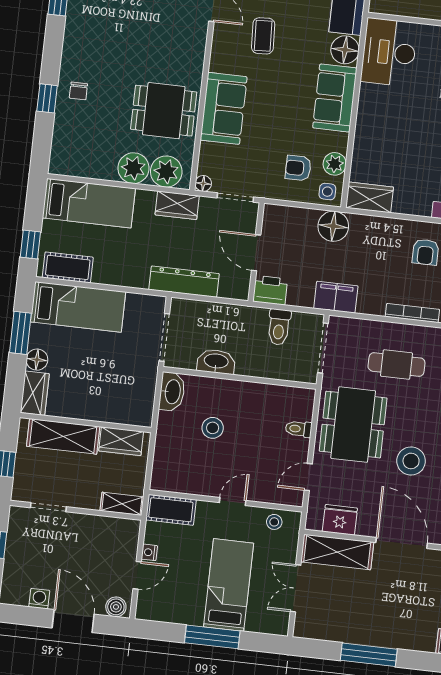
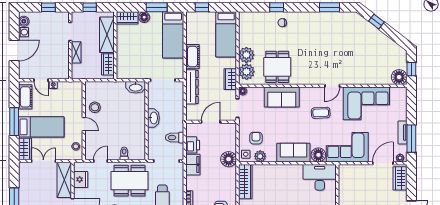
wardrobe: (370, 197) -> (245, 182), width x1.50
cot: (68, 267) -> (192, 57), moved
printer: (270, 290) -> (193, 145), moved
washbasin: (216, 362) -> (153, 118), moved
stool: (213, 428) -> (95, 107), moved
door: (308, 477) -> (100, 161), hinge flipped
shelving: (122, 504) -> (76, 52), moved
cot: (171, 510) -> (25, 97), moved
boiler: (116, 607) -> (24, 21), moved
wardrobe: (268, 622) -> (25, 149), added

